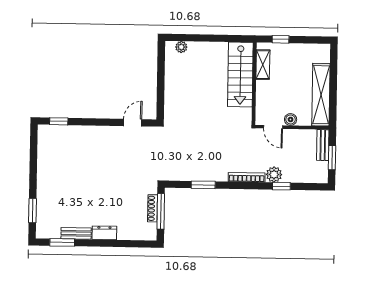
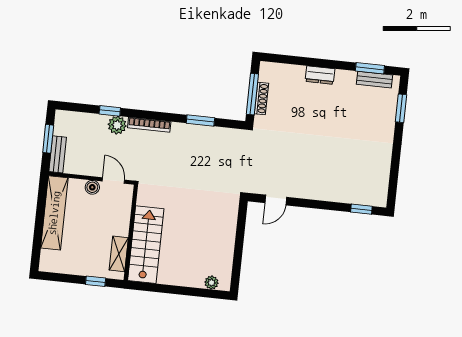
bench: (76, 233) -> (375, 80), moved

